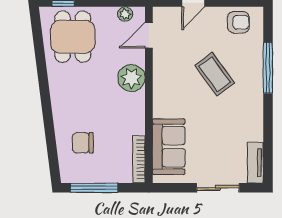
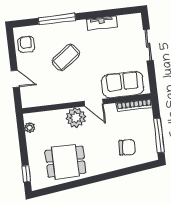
door: (149, 35) -> (94, 103), moved
dining table: (73, 37) -> (65, 162), moved
chair: (83, 143) -> (127, 147), turned -86
tv unit: (255, 163) -> (102, 23), moved

